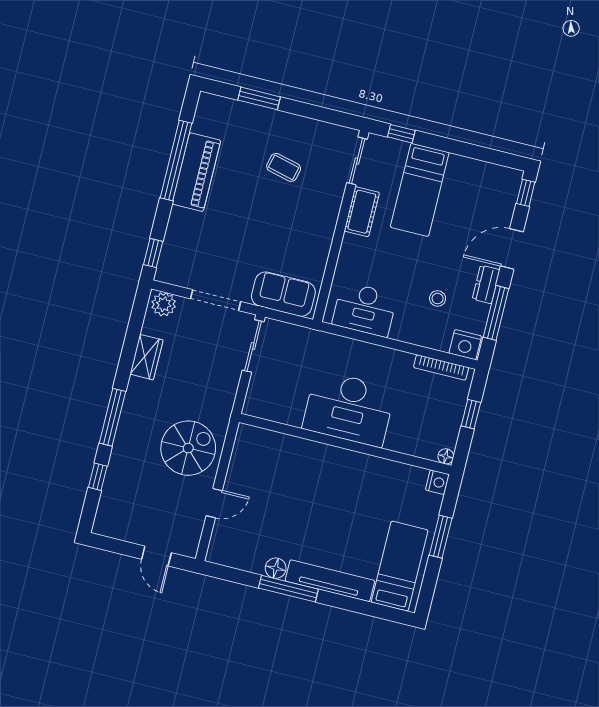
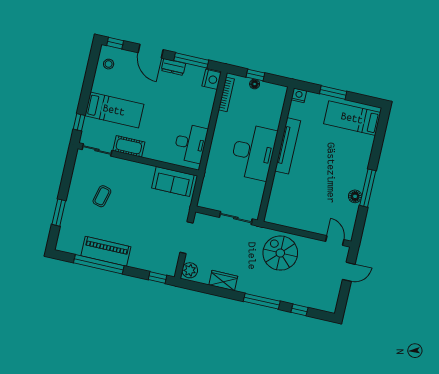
sofa: (283, 294) -> (173, 182), moved, turned -90
stool: (438, 298) -> (109, 64), moved
sliding door: (253, 346) -> (236, 218), moved
floor lamp: (446, 456) -> (255, 84), moved
door: (214, 503) -> (335, 241), moved
tv unit: (330, 581) -> (288, 146), moved, turned 180

